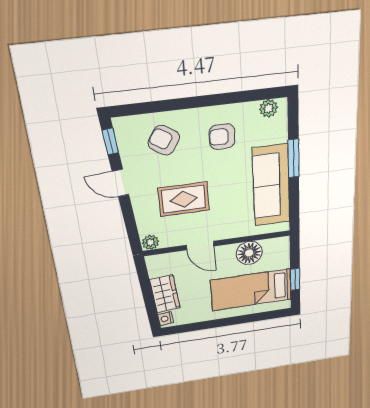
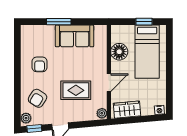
plant: (269, 108) -> (26, 118), moved
sofa: (271, 186) -> (75, 36), width x0.73
rug: (184, 199) -> (76, 90), turned 90
wardrobe: (165, 294) -> (127, 110), moved

